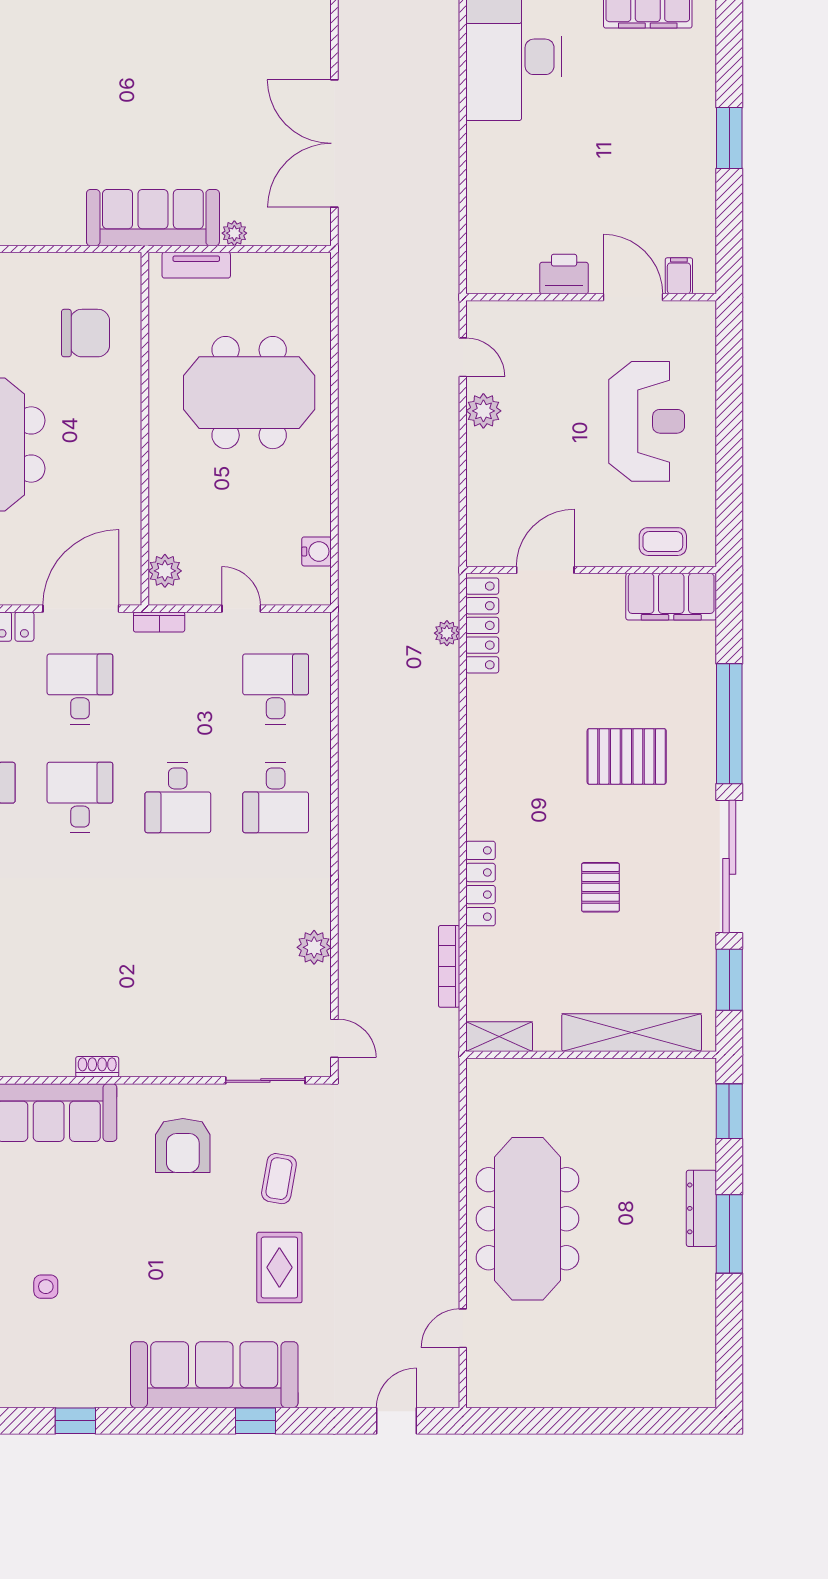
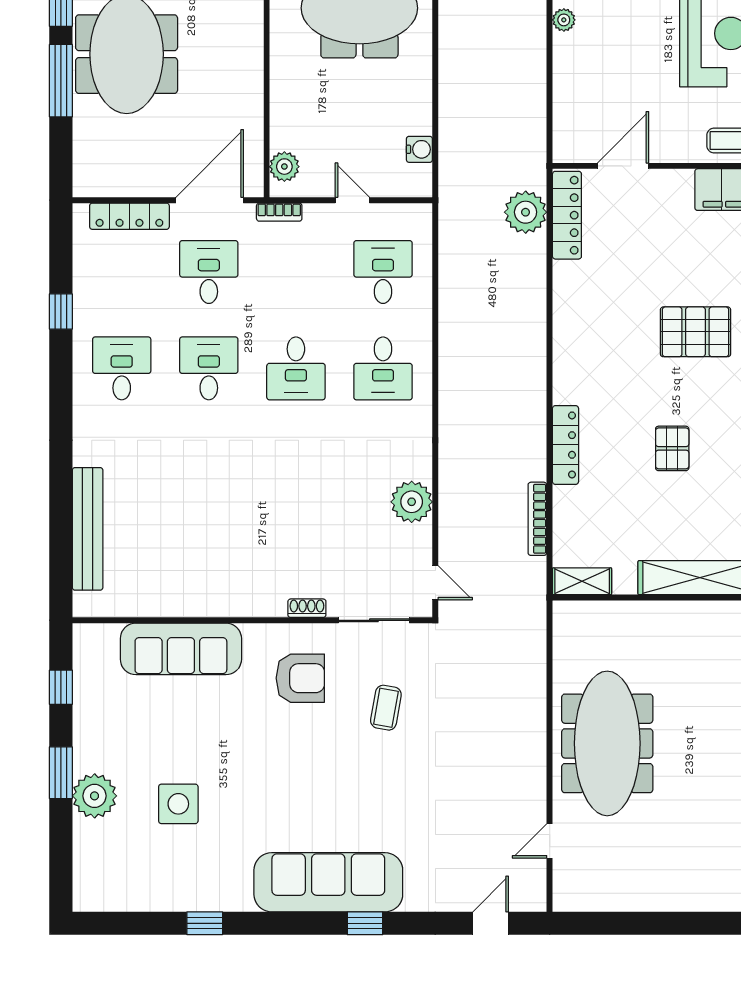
plant: (483, 411) -> (564, 20), width x0.73, depth x0.73
plant: (447, 633) -> (526, 212), width x1.88, depth x1.88
plant: (314, 947) -> (412, 502), width x1.36, depth x1.36
shoe rack: (97, 1067) -> (307, 608), moved
armchair: (183, 1145) -> (300, 678), turned -90
rug: (279, 1267) -> (386, 787), removed
side table: (46, 1287) -> (178, 804), width x1.87, depth x1.87

